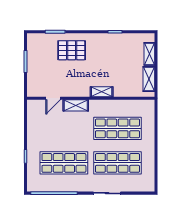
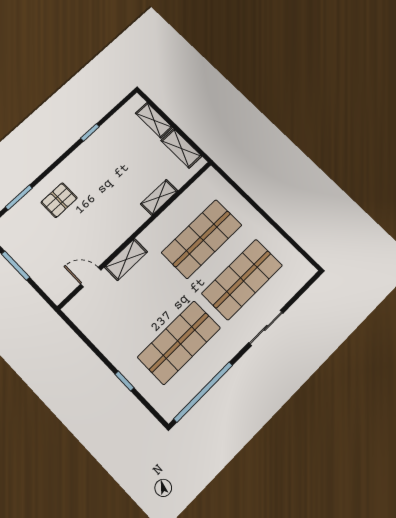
pallet: (72, 50) -> (59, 200), width x0.67, depth x0.71
shelving: (102, 92) -> (159, 197), moved
door: (53, 98) -> (91, 277), swing flipped

